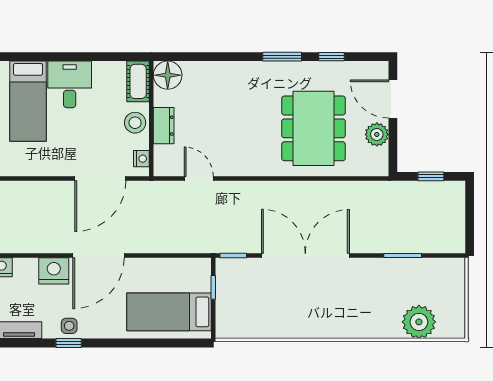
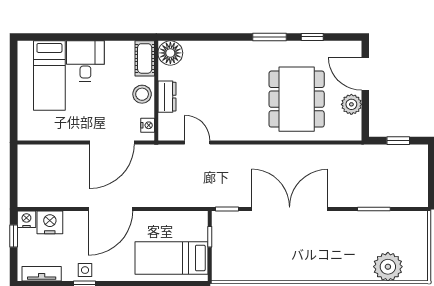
nightstand: (54, 271) -> (50, 222), moved

